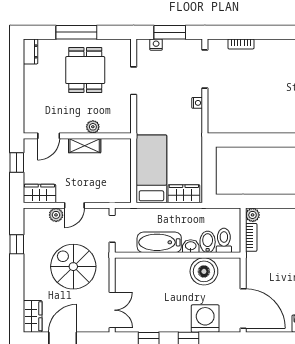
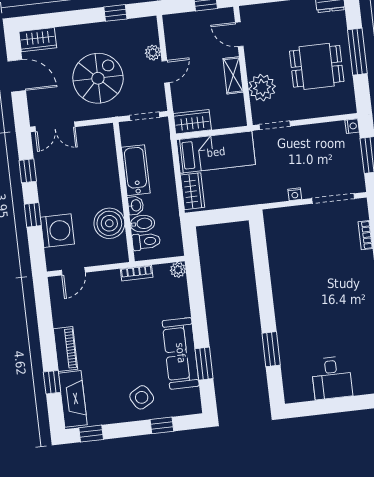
nightstand: (156, 45) -> (352, 126), moved
doorway: (134, 81) -> (275, 125), moved
plant: (93, 127) -> (262, 88), width x1.87, depth x1.87
wardrobe: (39, 194) -> (192, 122), moved, turned -90
door: (74, 205) -> (166, 72), swing flipped
bookcase: (251, 237) -> (137, 273), moved
door: (243, 309) -> (73, 271), width x0.53

